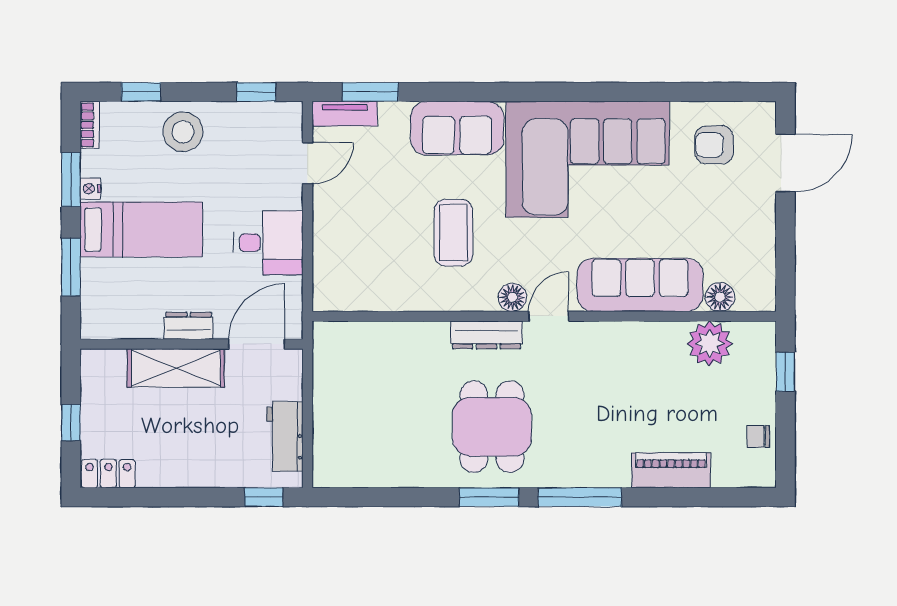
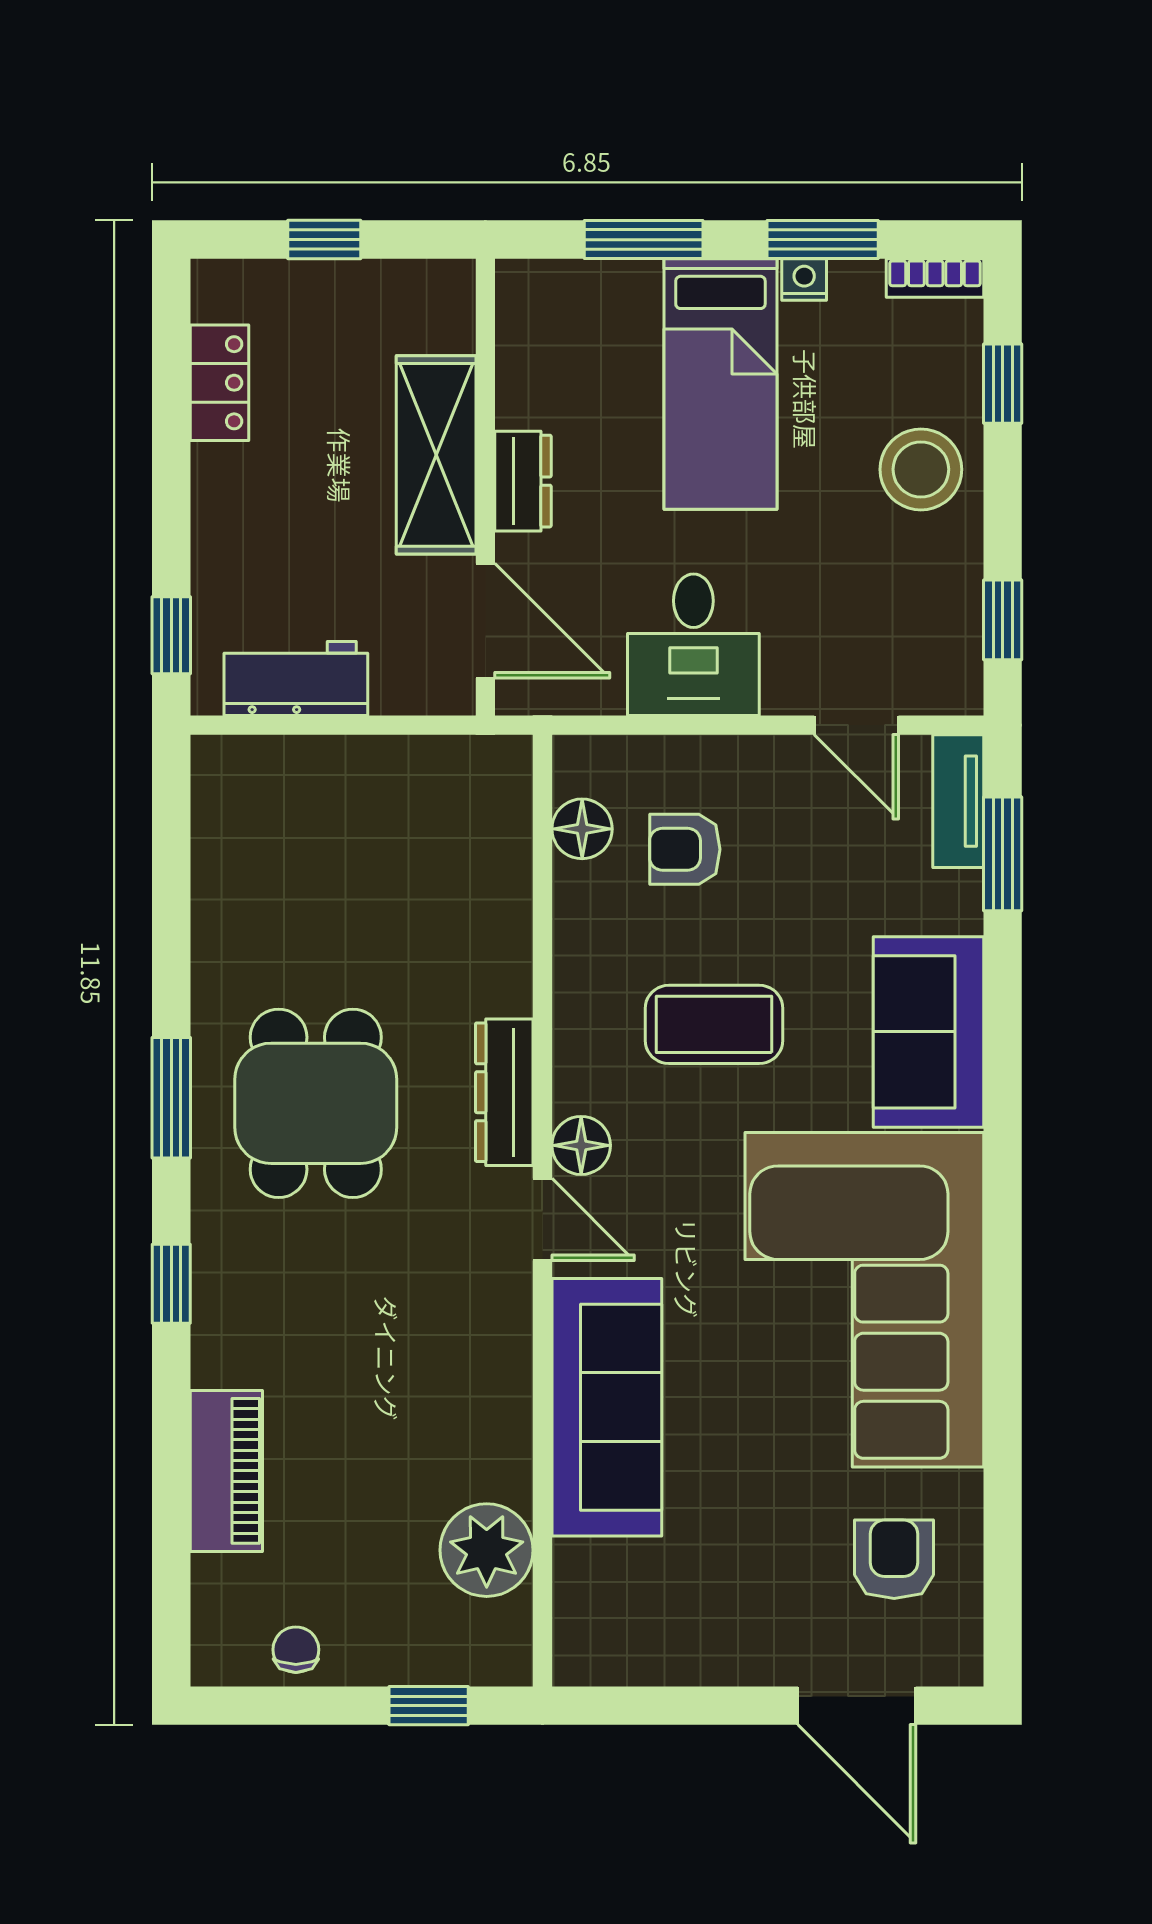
armchair: (368, 247) -> (685, 849), added
floor lamp: (720, 297) -> (582, 829), moved
dining table: (492, 427) -> (316, 1103), turned 90
locker: (108, 474) -> (219, 383), moved
window: (580, 497) -> (171, 1284), width x0.46

